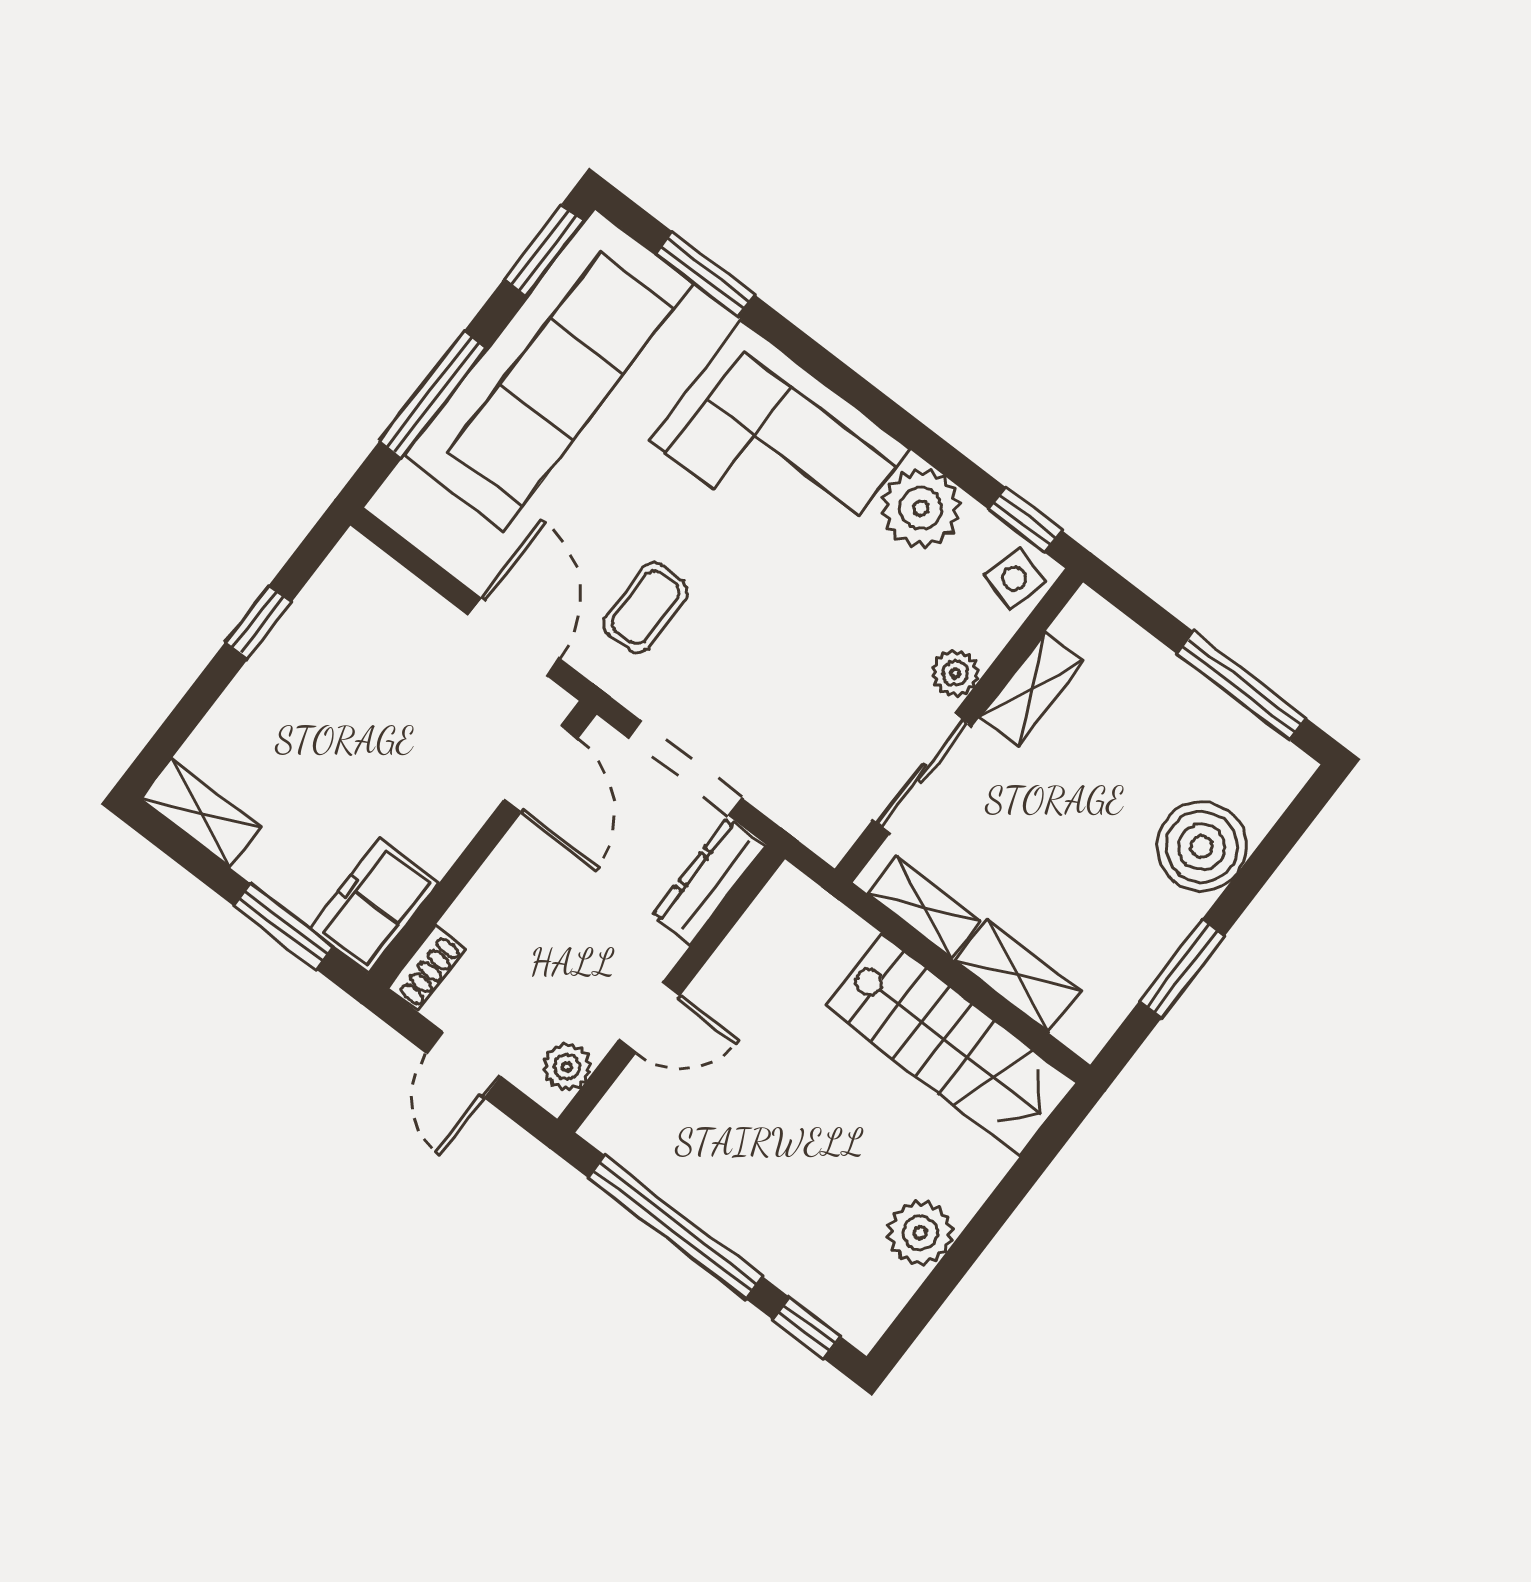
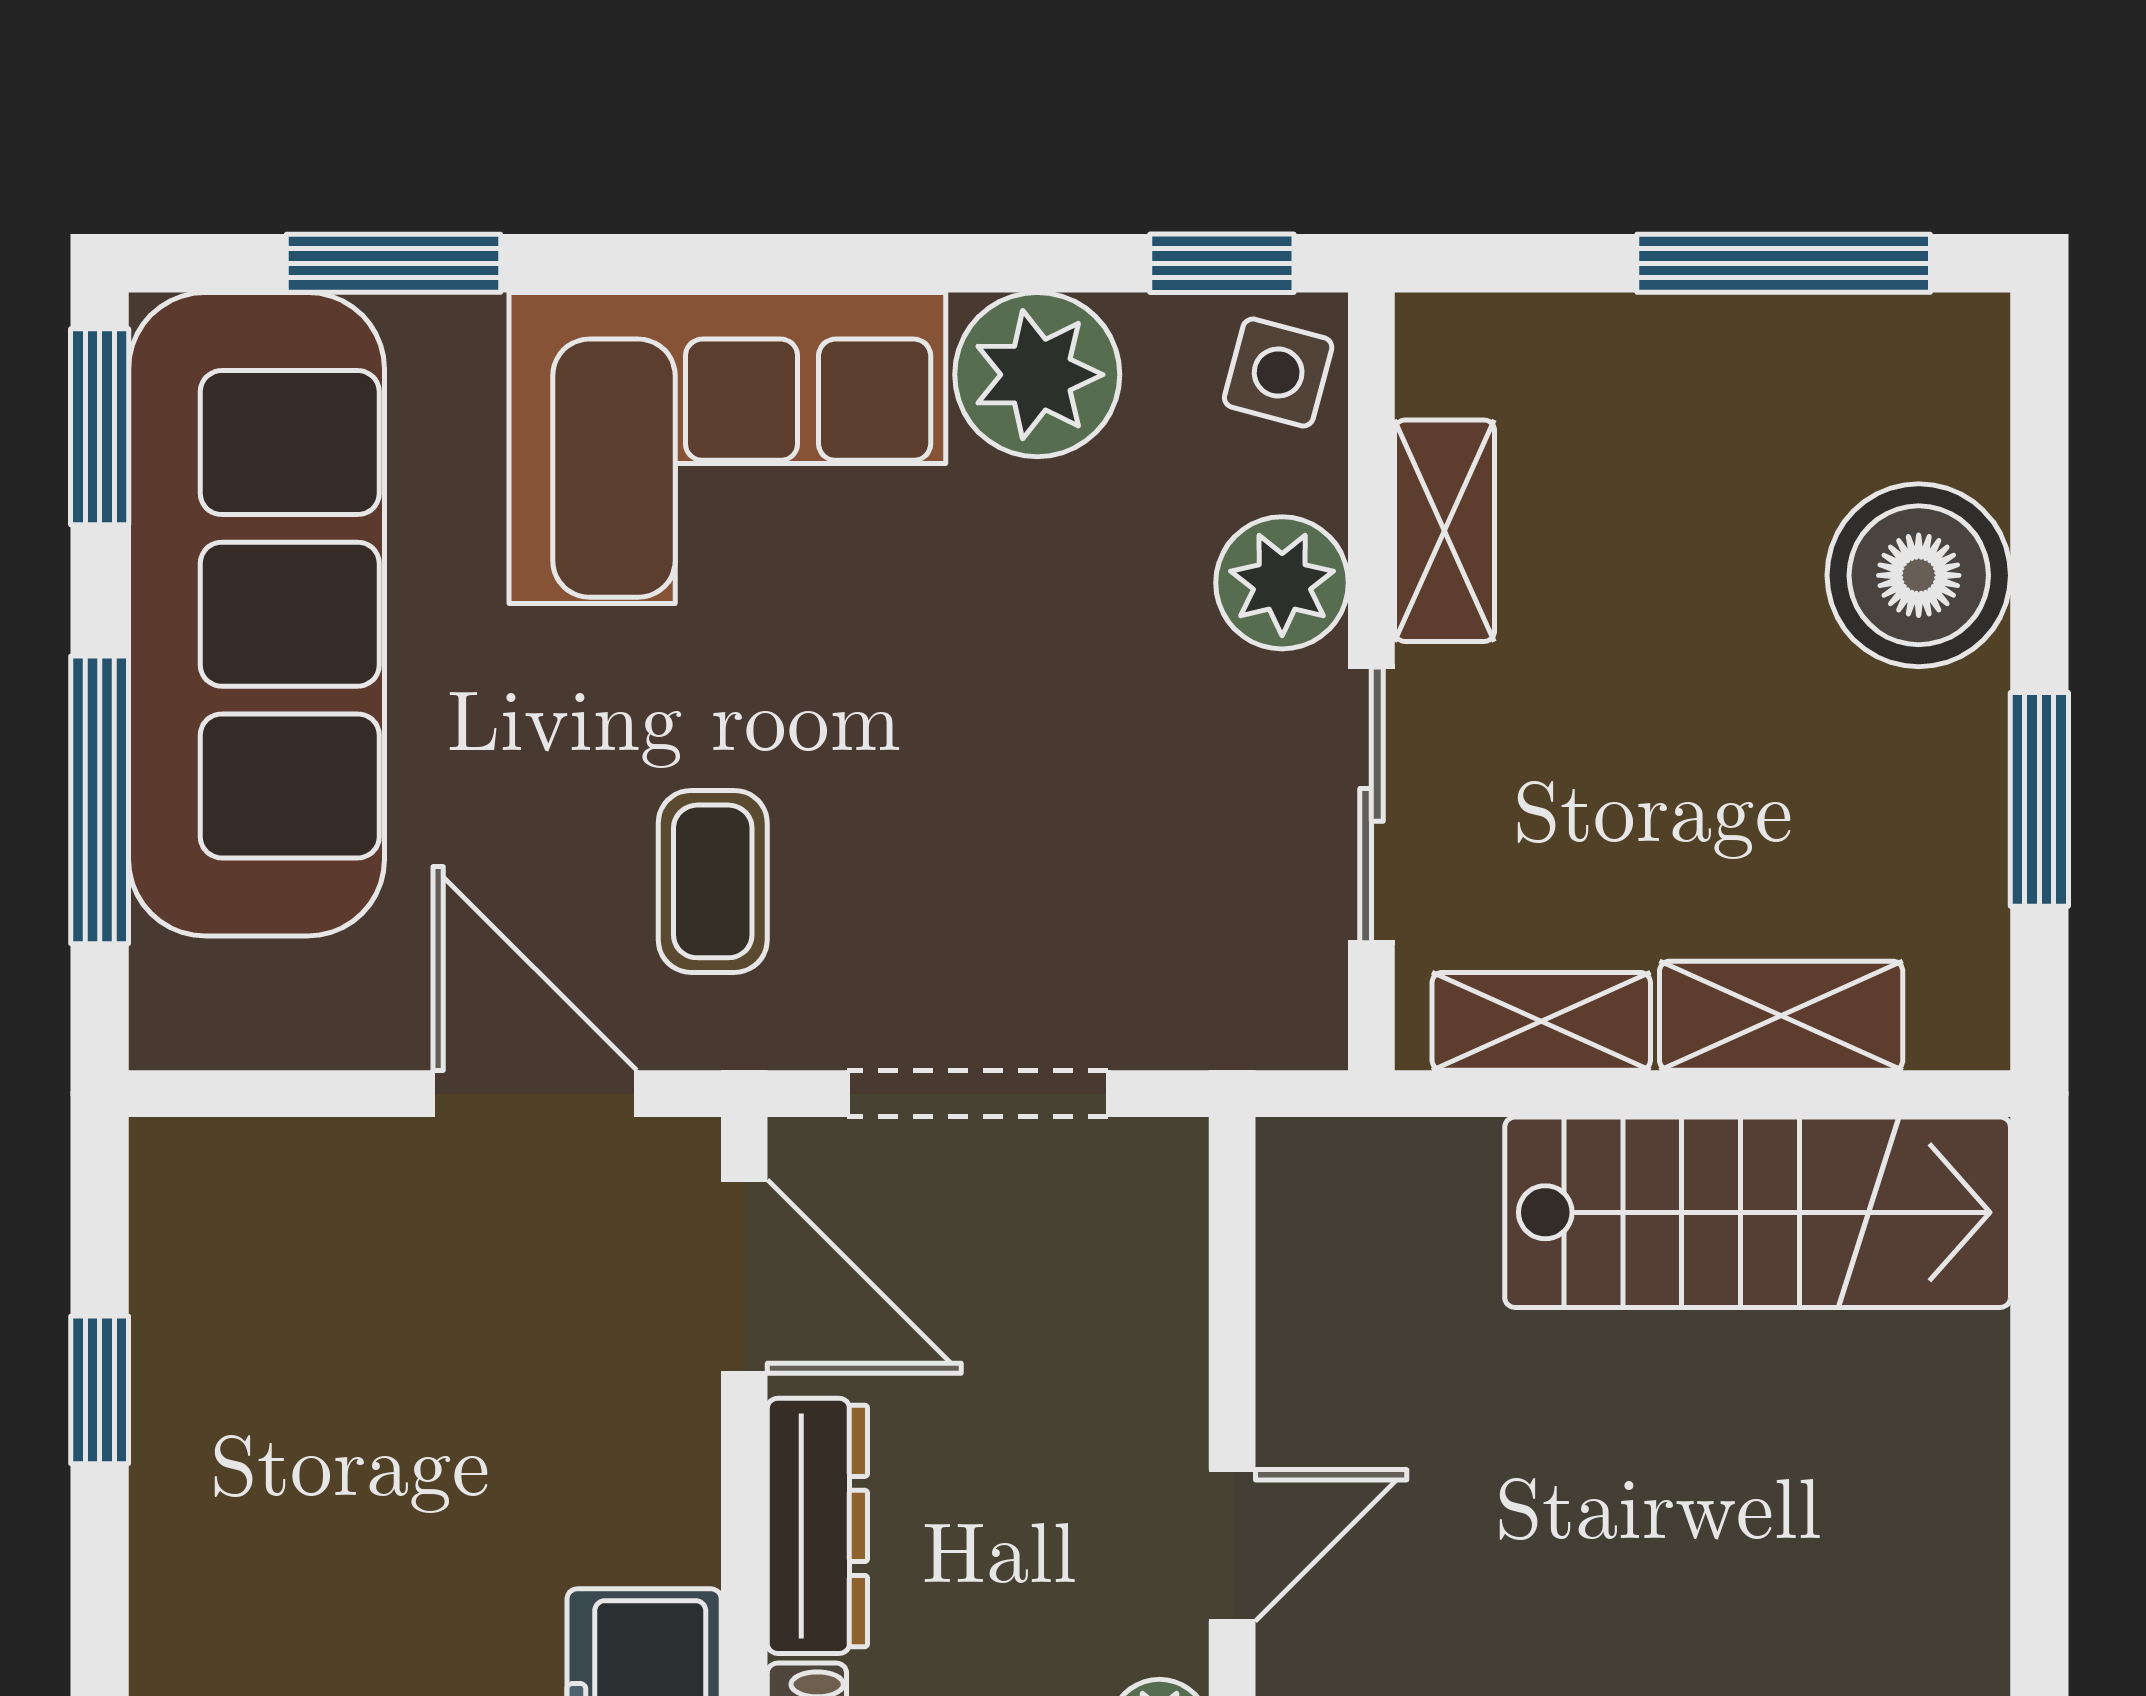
plant: (955, 673) -> (1282, 583), width x1.38, depth x1.38
dresser: (709, 881) -> (817, 1526), moved, turned 180
plant: (920, 1233) -> (1943, 1557), removed

